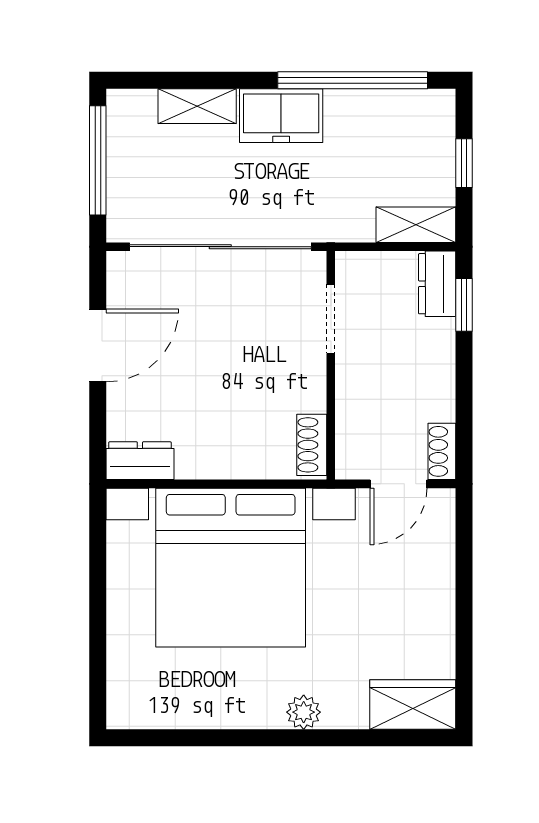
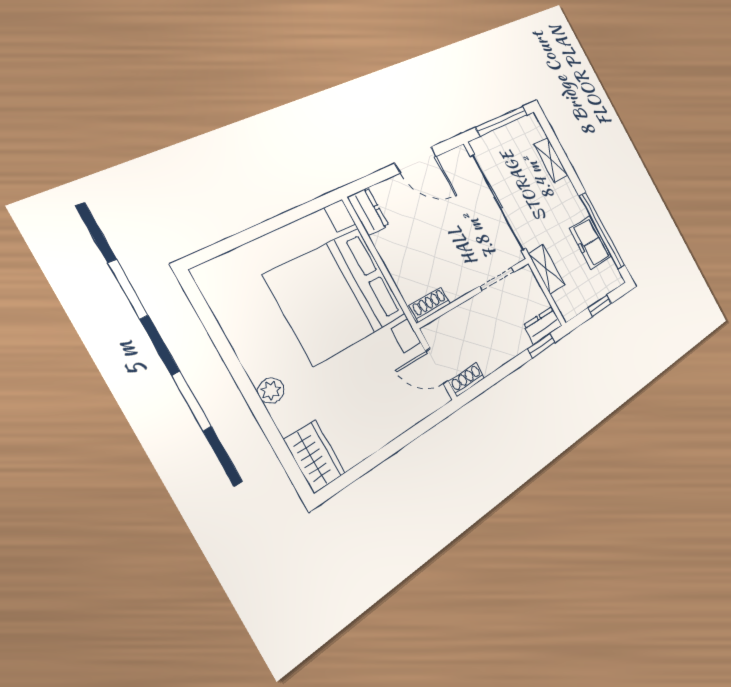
freezer: (281, 116) -> (590, 242), moved
shelving: (416, 225) -> (546, 269), moved

